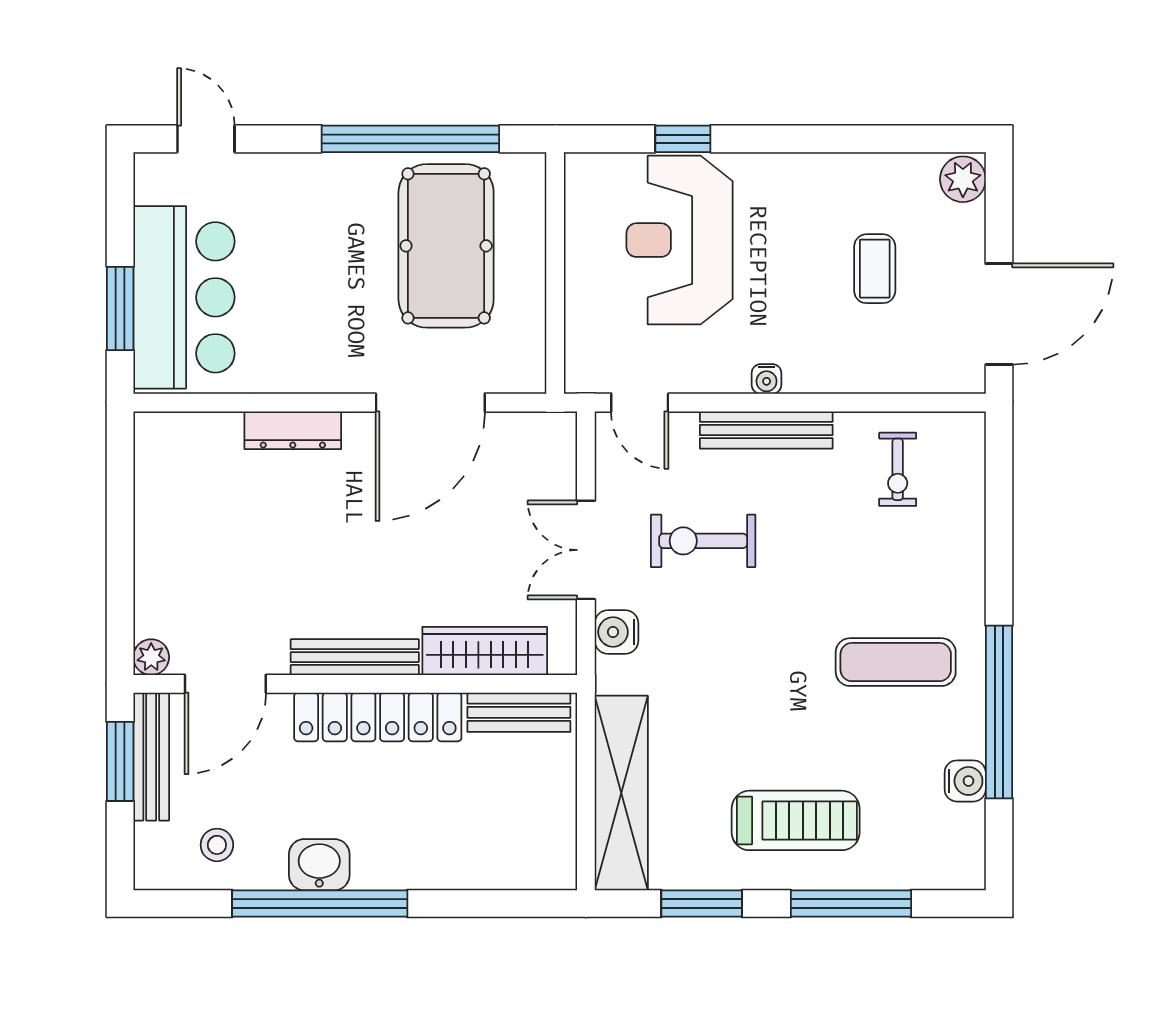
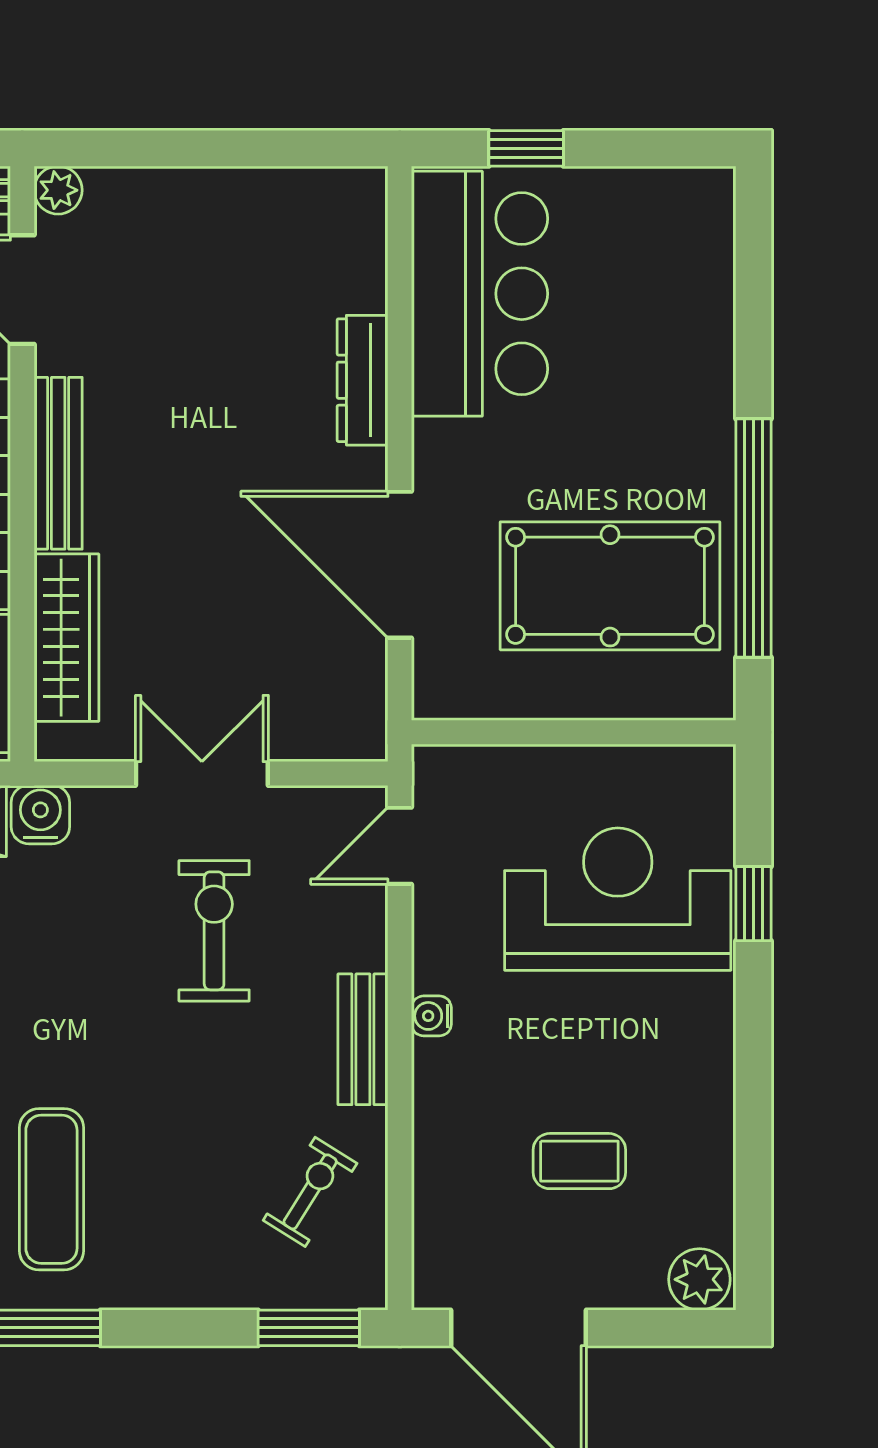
door: (206, 139) -> (754, 264), removed
bar counter: (184, 297) -> (480, 294), moved, turned -90
window: (120, 308) -> (526, 148), width x0.67
bench: (766, 430) -> (363, 1039), width x0.73
exercise bike: (898, 469) -> (310, 1192), turned 122
window: (999, 470) -> (309, 1328), added
water cooler: (616, 632) -> (40, 815), moved

